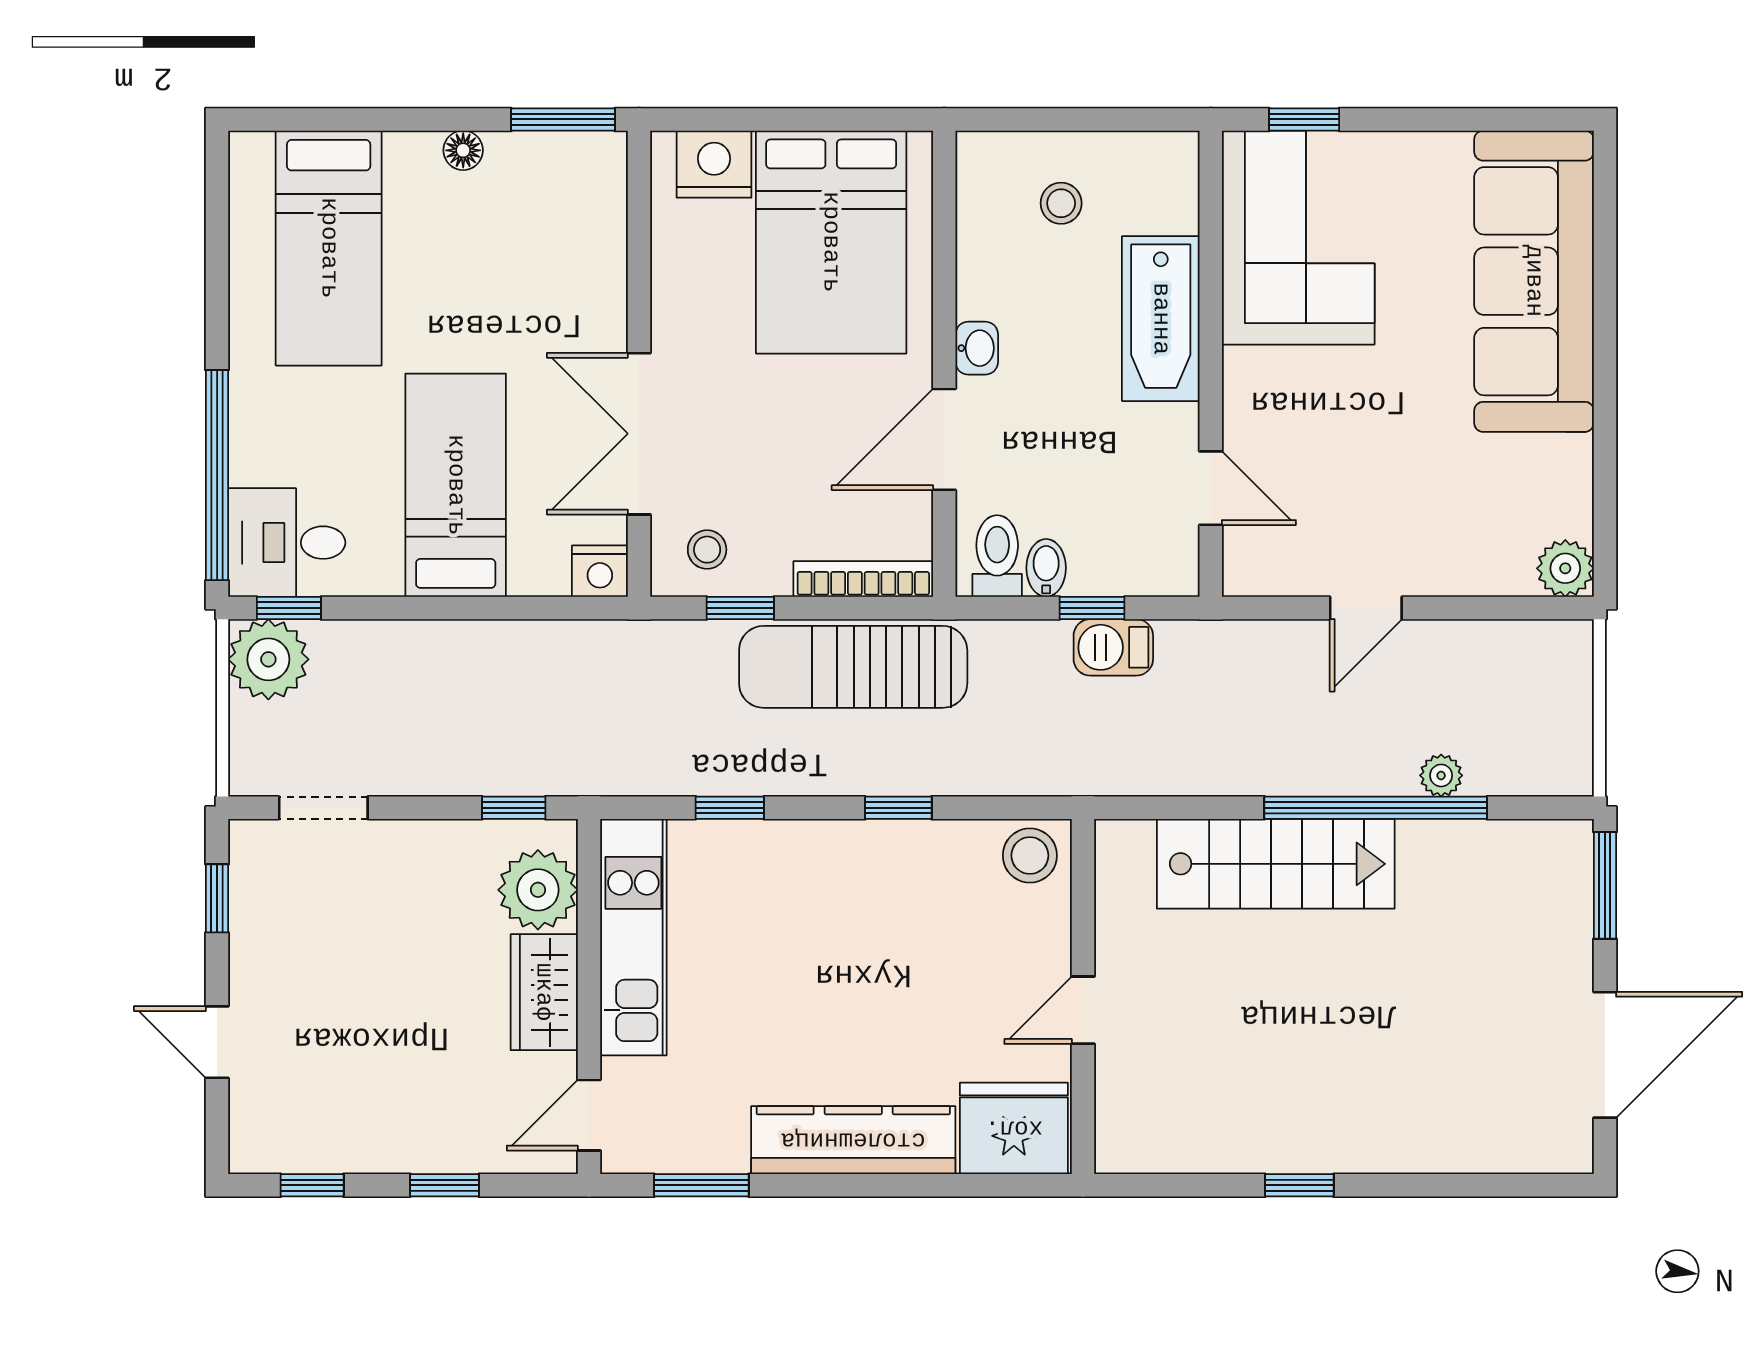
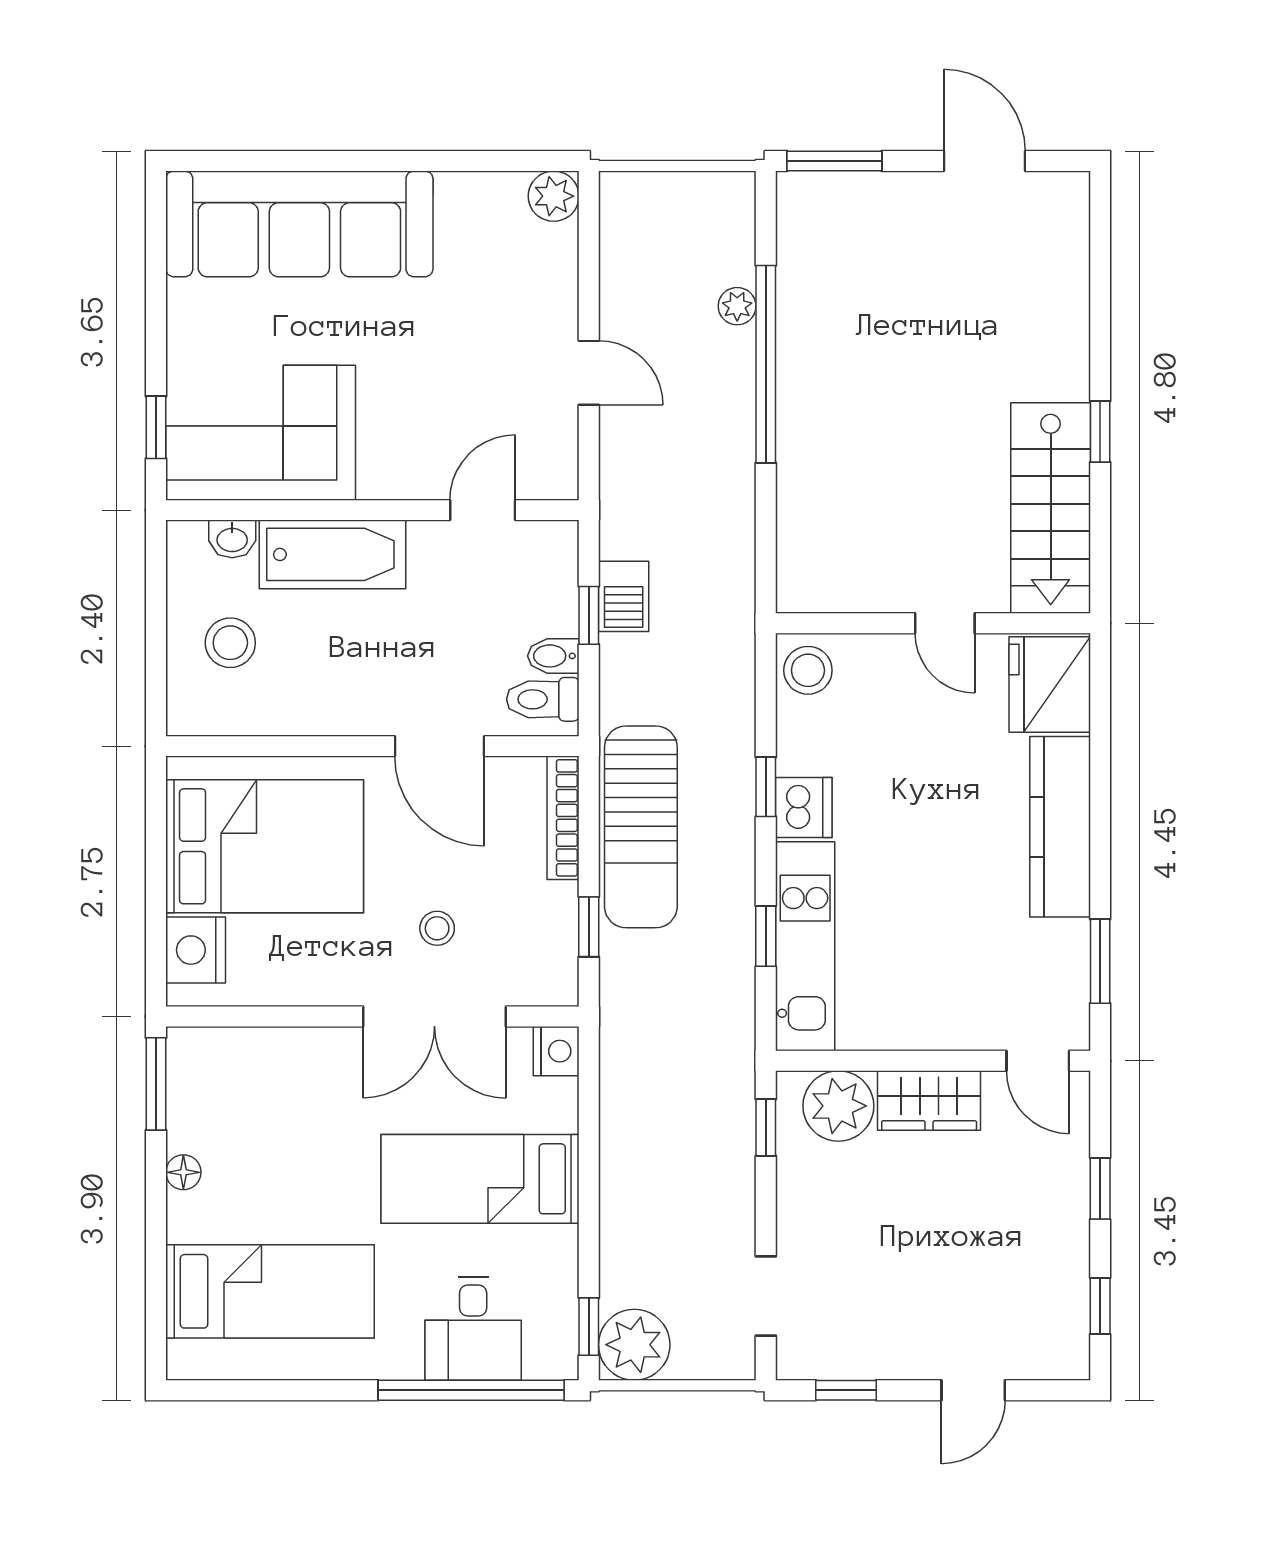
stool: (1061, 203) -> (230, 643), width x1.37, depth x1.37
washbasin: (977, 348) -> (232, 539), moved, turned 180
desk: (287, 543) -> (473, 1329), moved
stool: (707, 550) -> (437, 928), moved
dishwasher: (875, 851) -> (804, 807), added
stairs: (1276, 864) -> (1051, 508), moved, turned 180
kitchen unit: (633, 937) -> (805, 946), moved, turned 90
door: (1605, 1055) -> (985, 161), width x0.73

